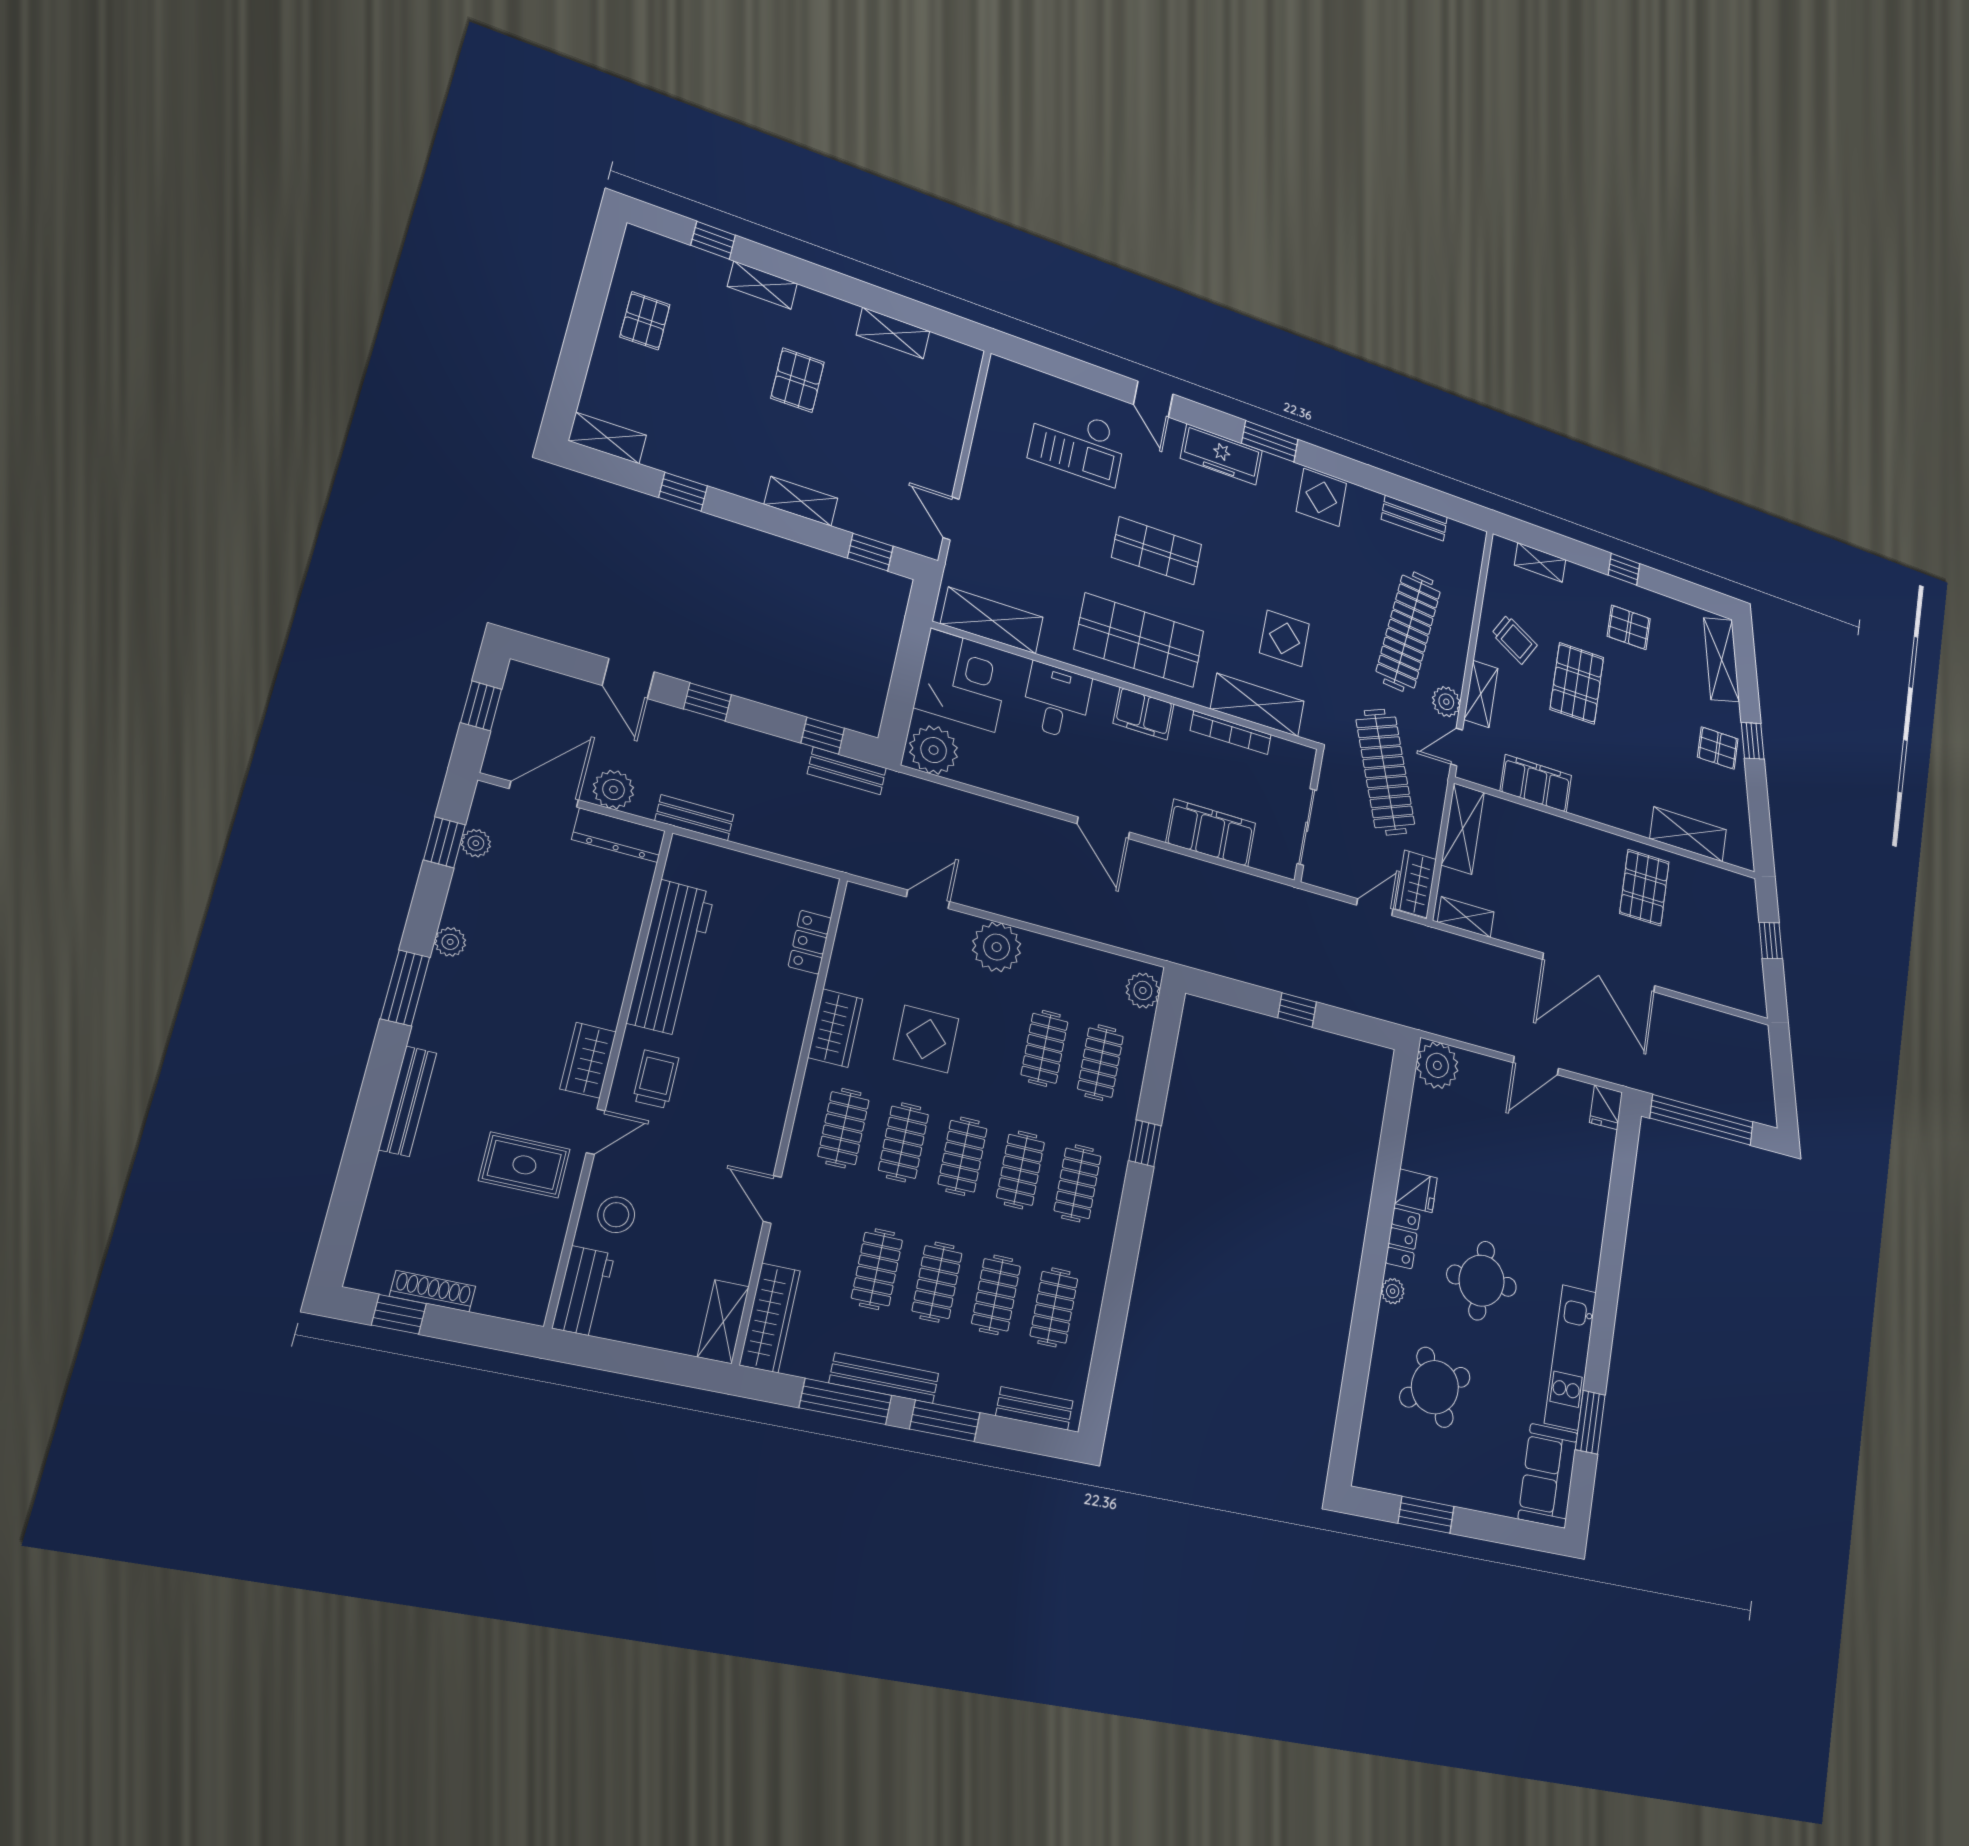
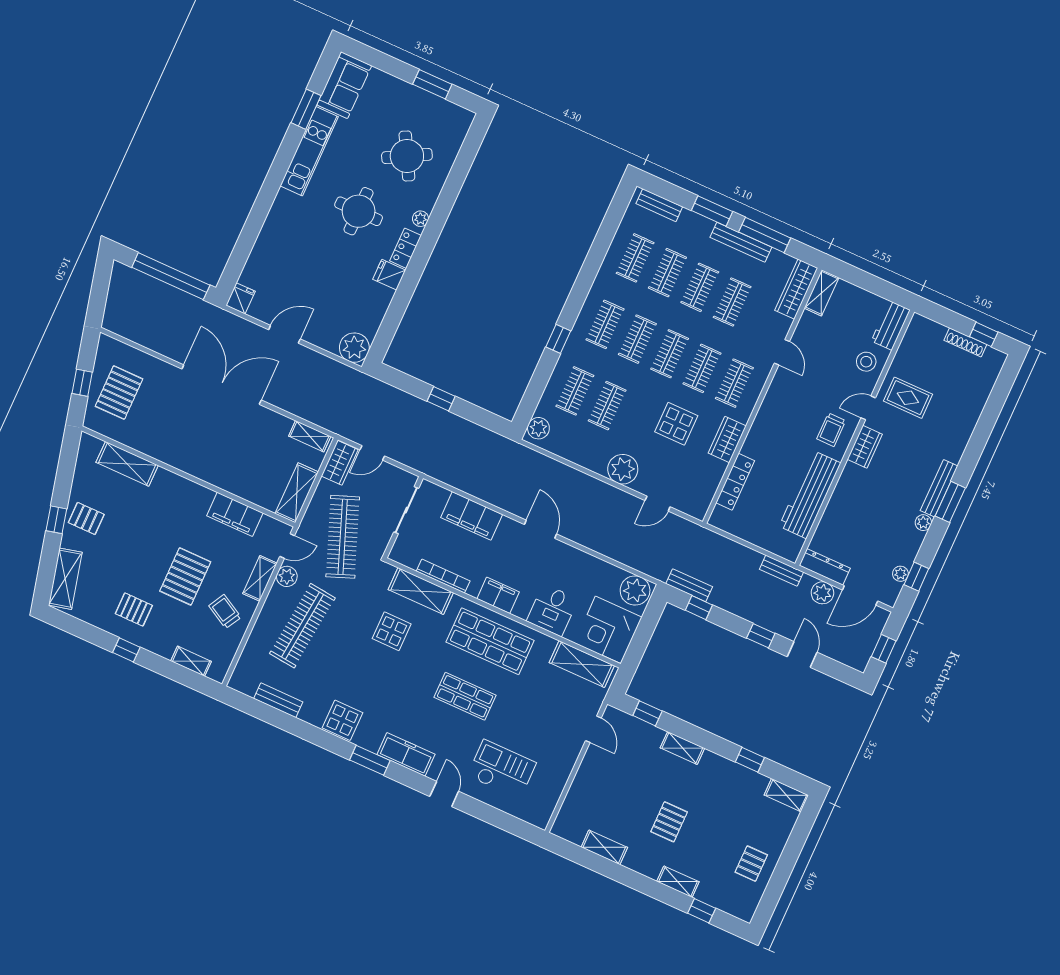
pallet: (1644, 888) -> (119, 393), moved
locker: (810, 942) -> (735, 482), width x1.53
bench: (408, 1101) -> (939, 488), moved

